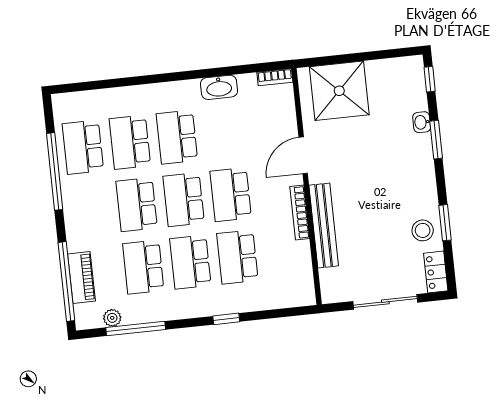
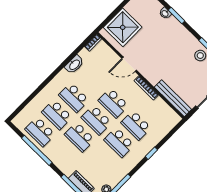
door: (303, 155) -> (129, 64), hinge flipped
bench: (324, 226) -> (173, 98), moved
school desk: (143, 267) -> (102, 159), removed

